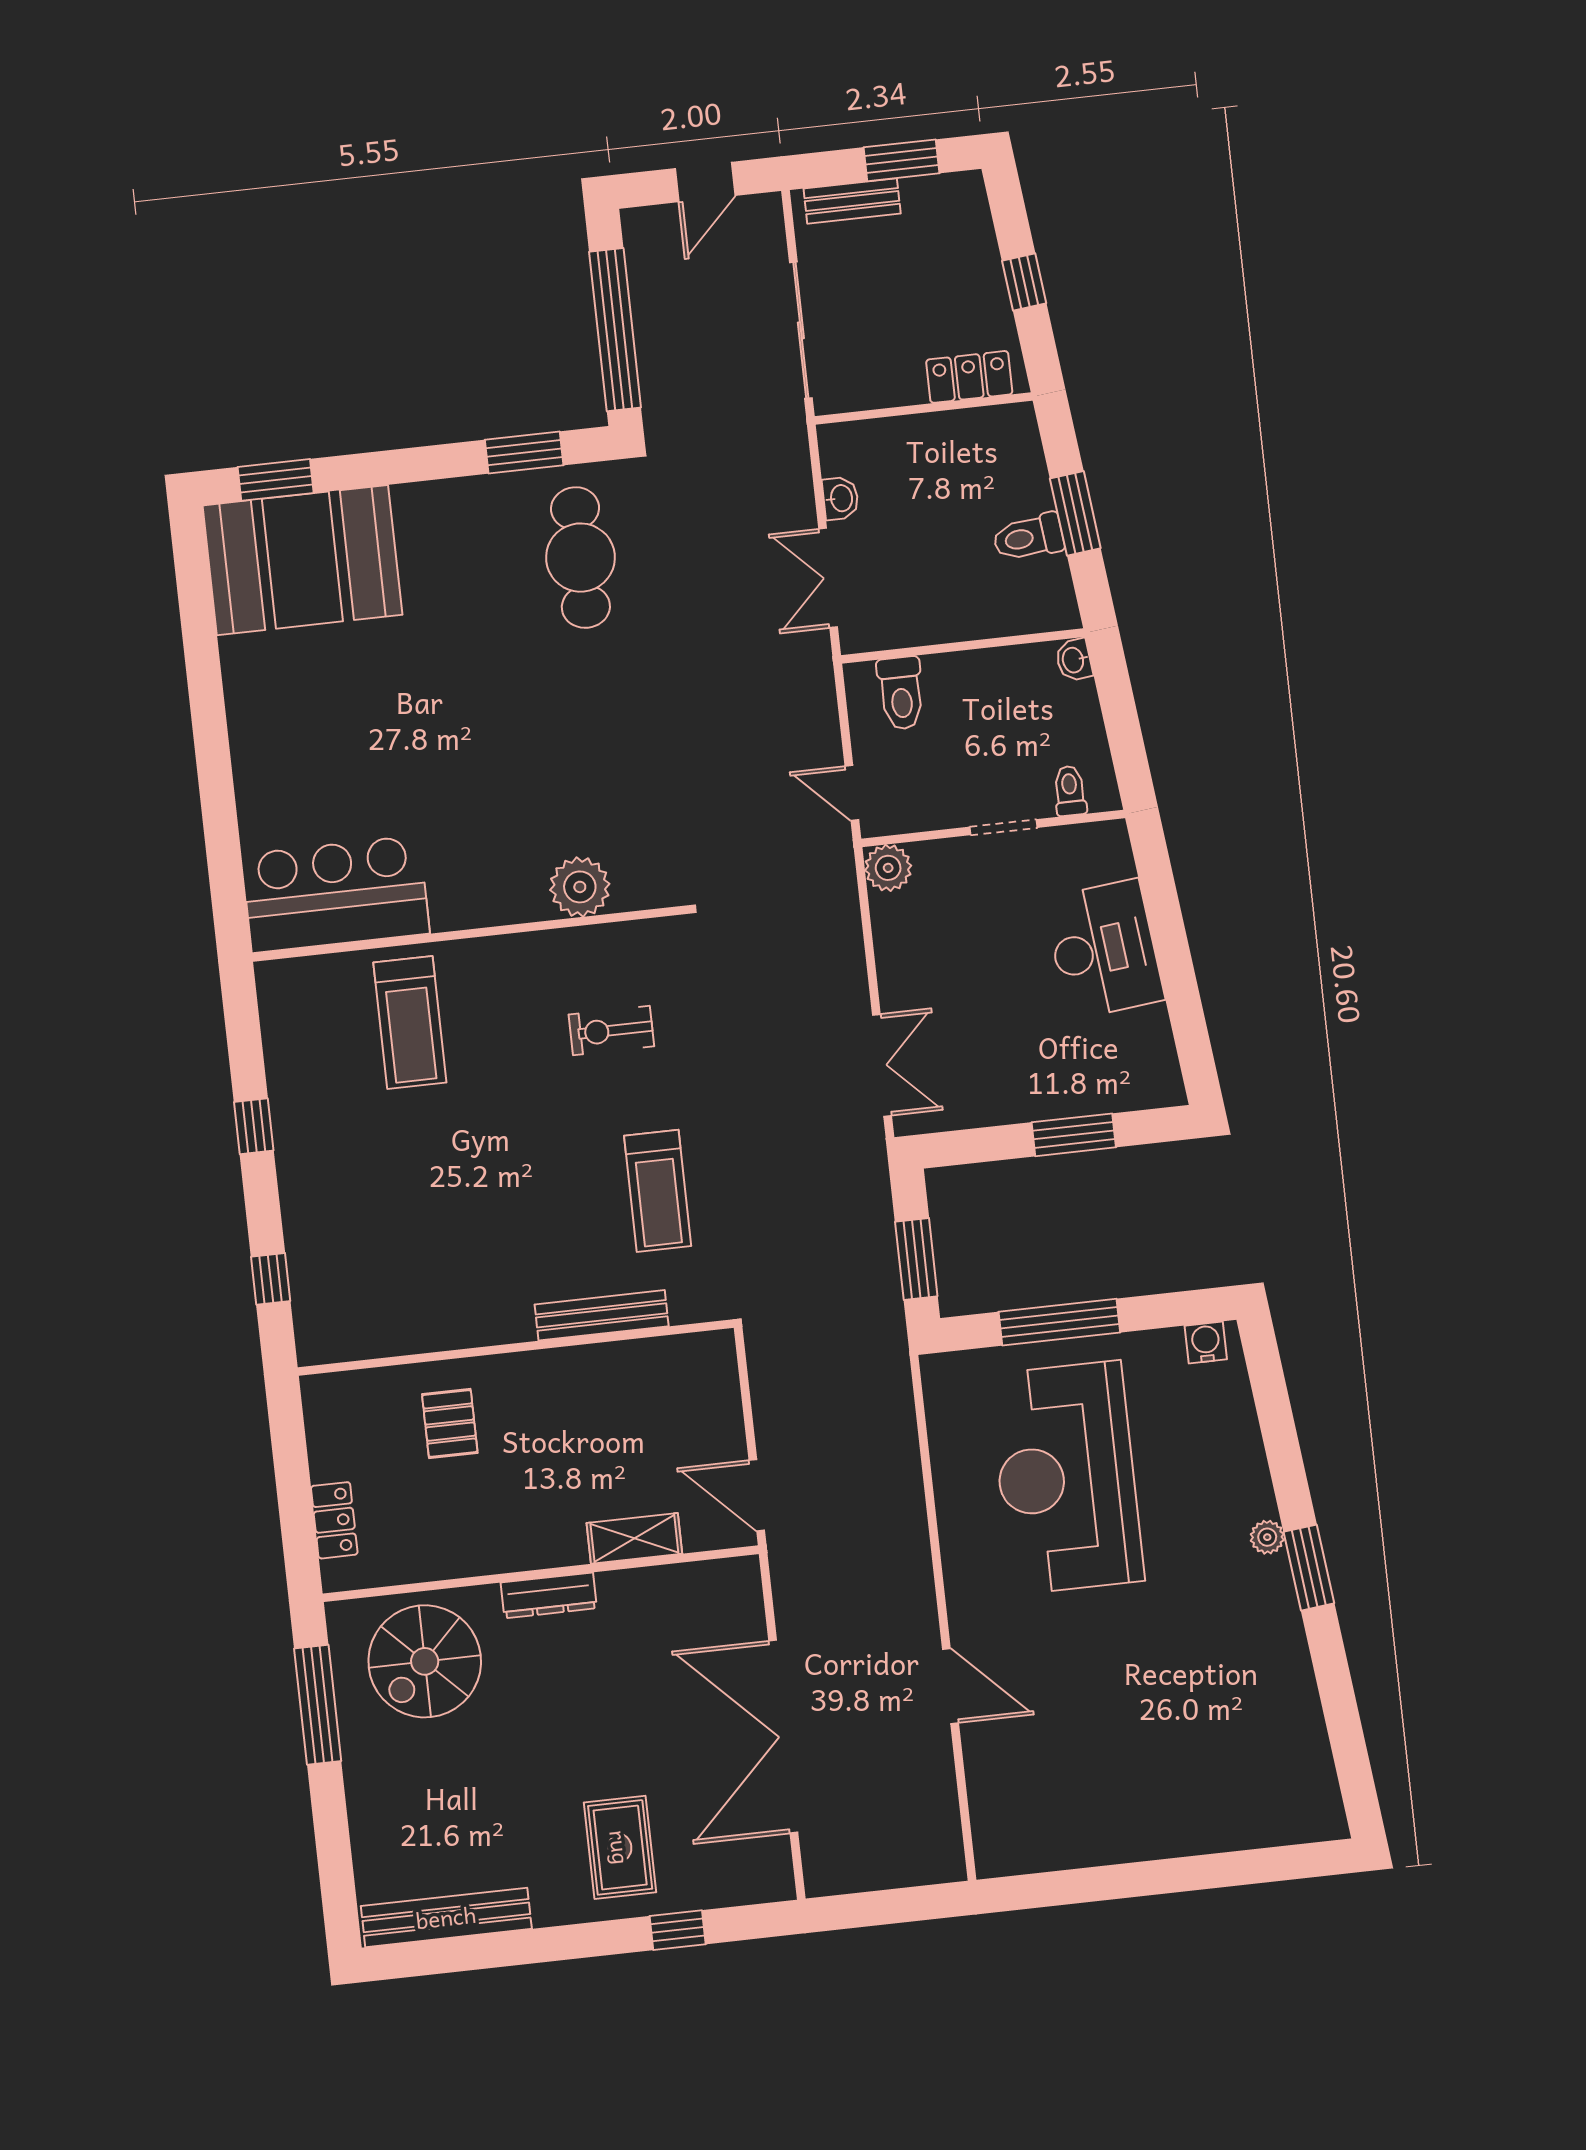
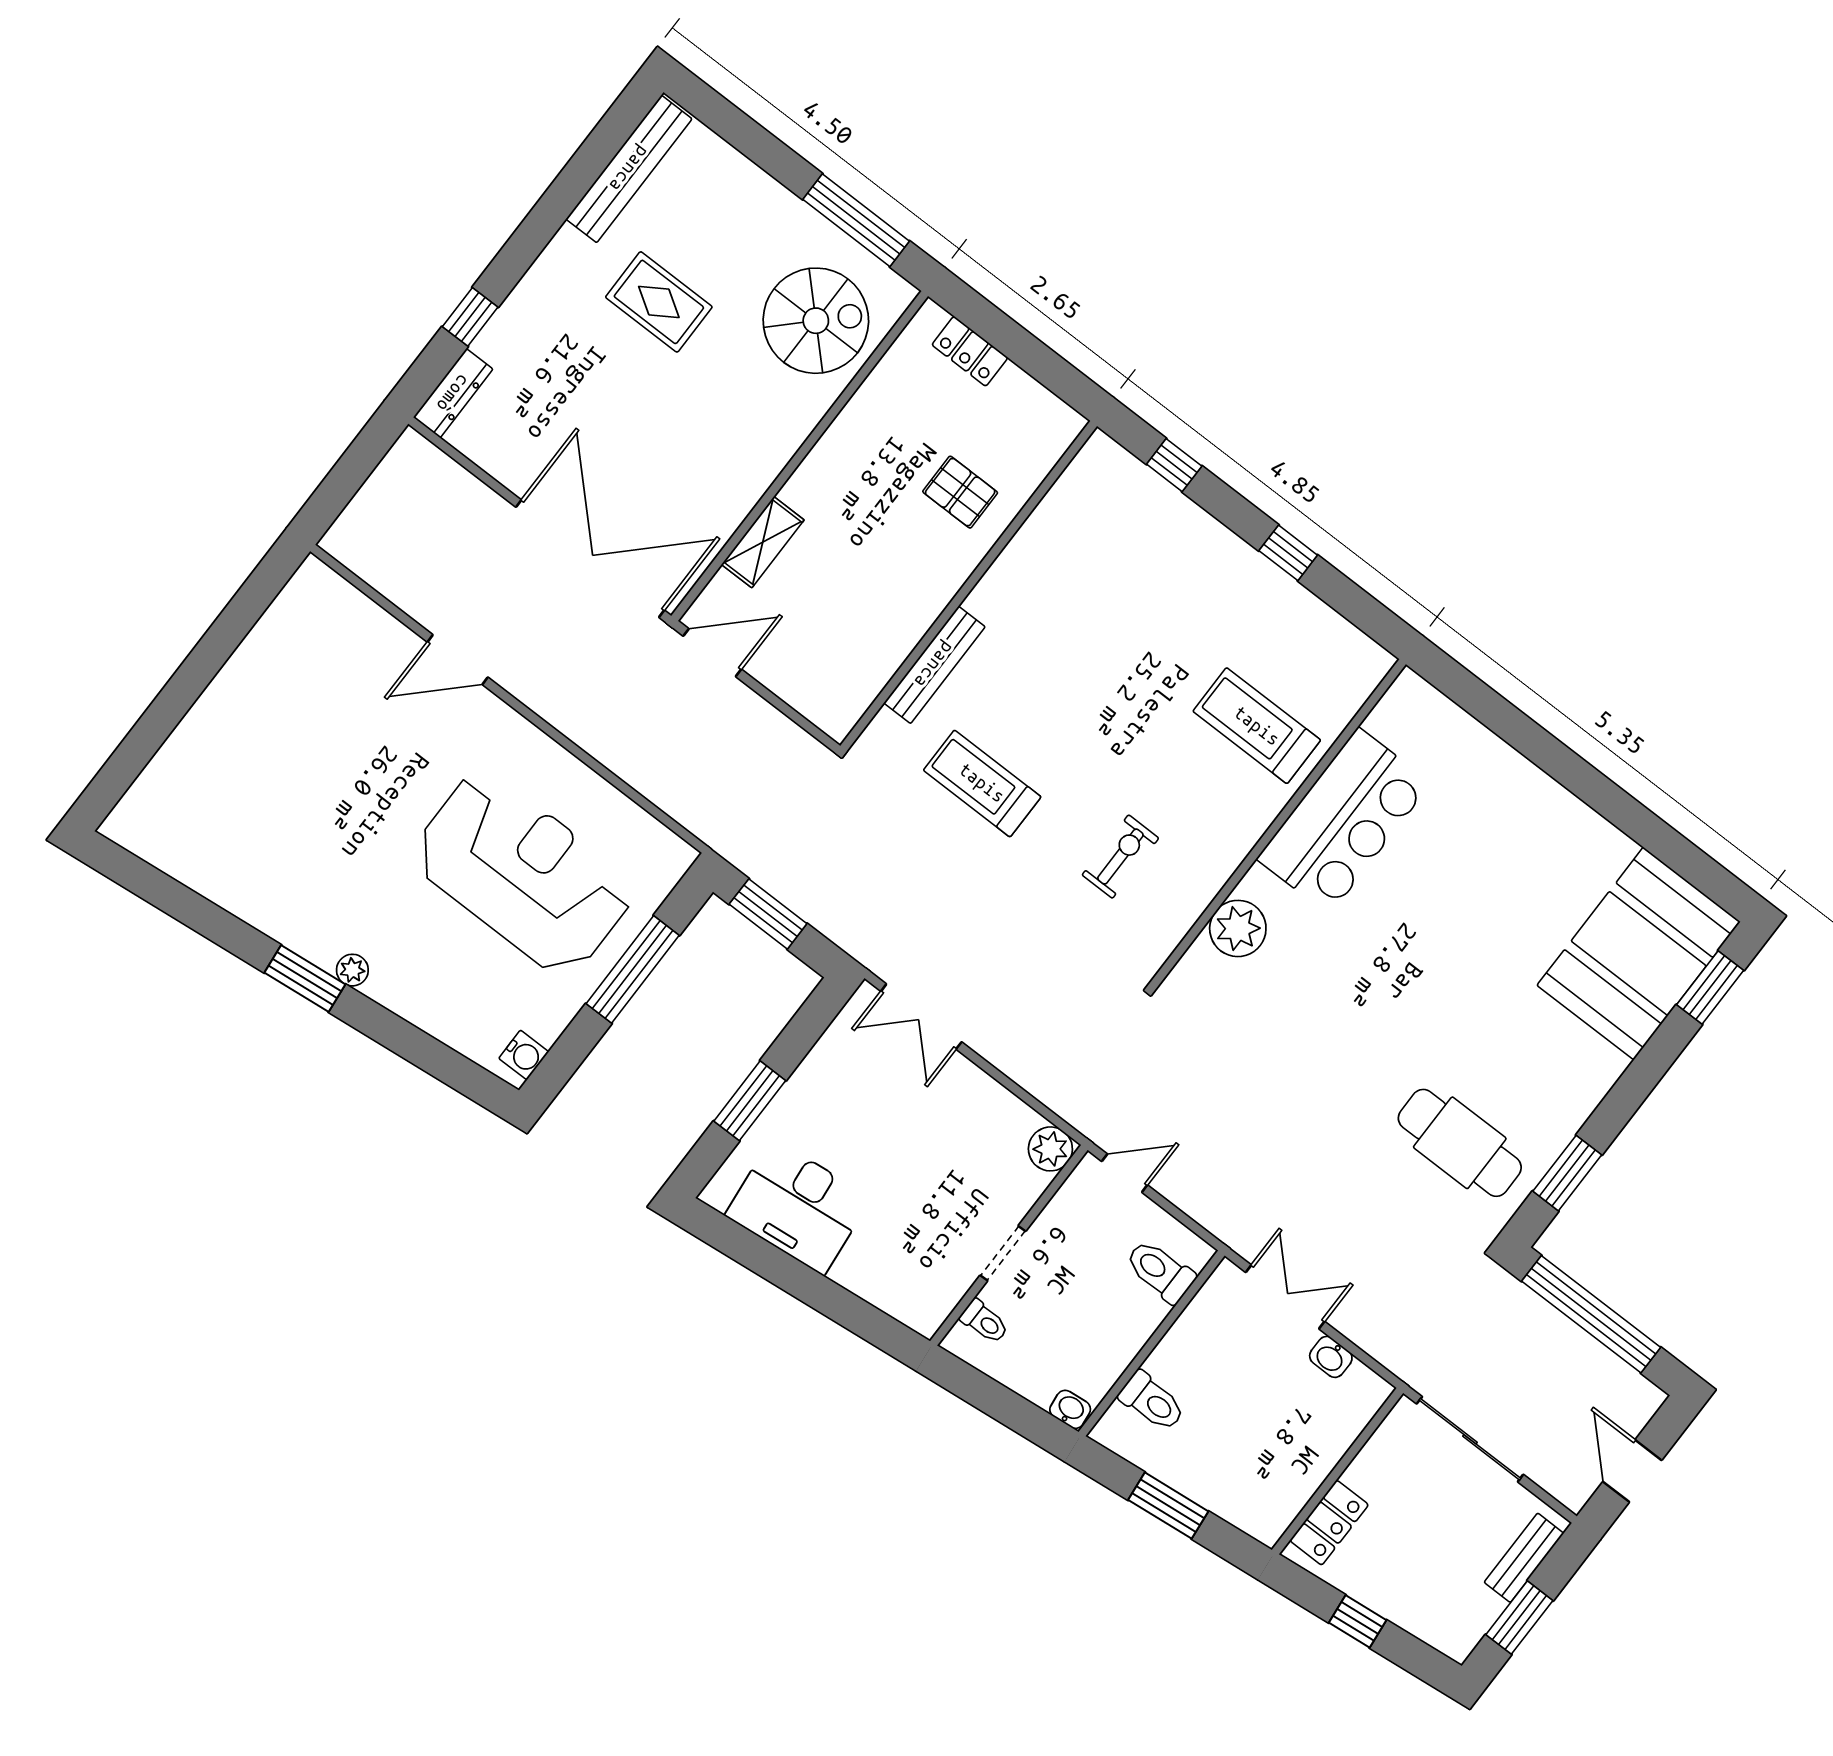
toilet: (1028, 537) -> (1152, 1402), moved, turned 96
bar counter: (335, 894) -> (1344, 821), moved
desk: (1104, 949) -> (798, 1207), moved
dresser: (549, 1595) -> (453, 393), moved, turned 180
spiral stairs: (425, 1661) -> (816, 321), turned 90
double door: (783, 1737) -> (590, 559), moved
rug: (620, 1847) -> (659, 302), moved

